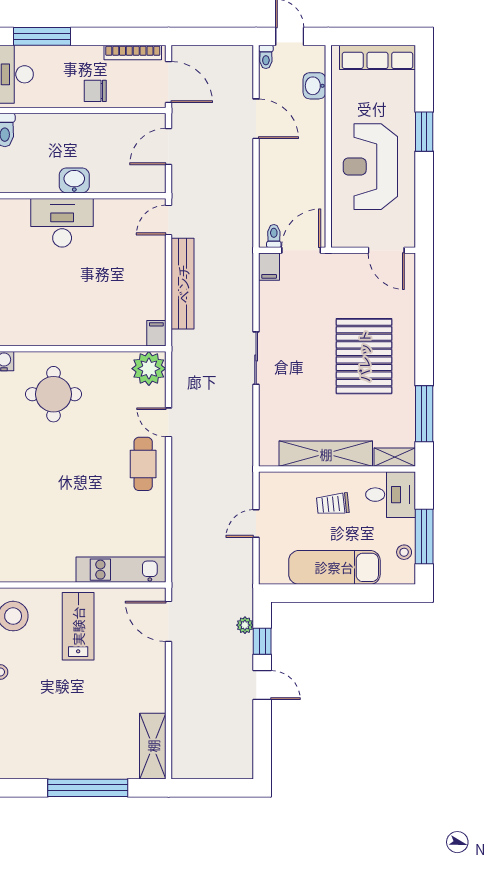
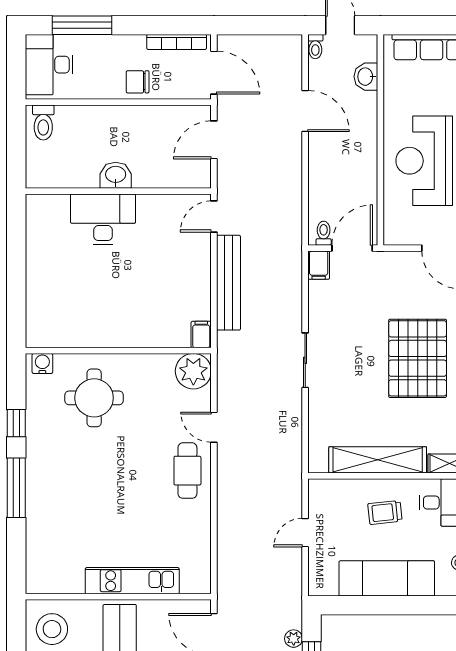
kitchen unit: (121, 570) -> (132, 581), moved

